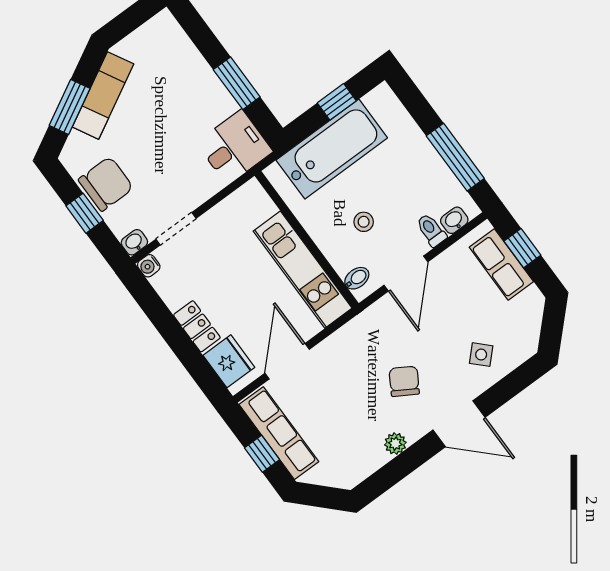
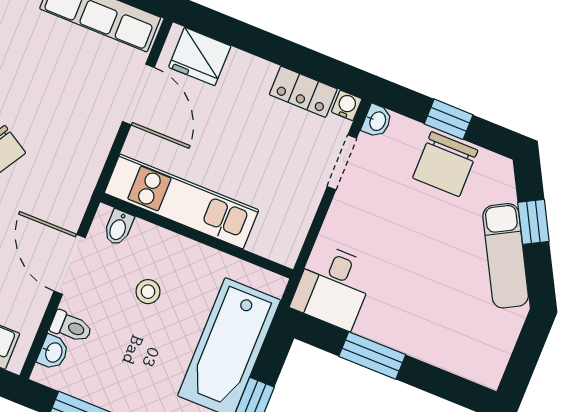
window: (70, 107) -> (533, 222), width x0.67
locker: (197, 326) -> (303, 92), moved

